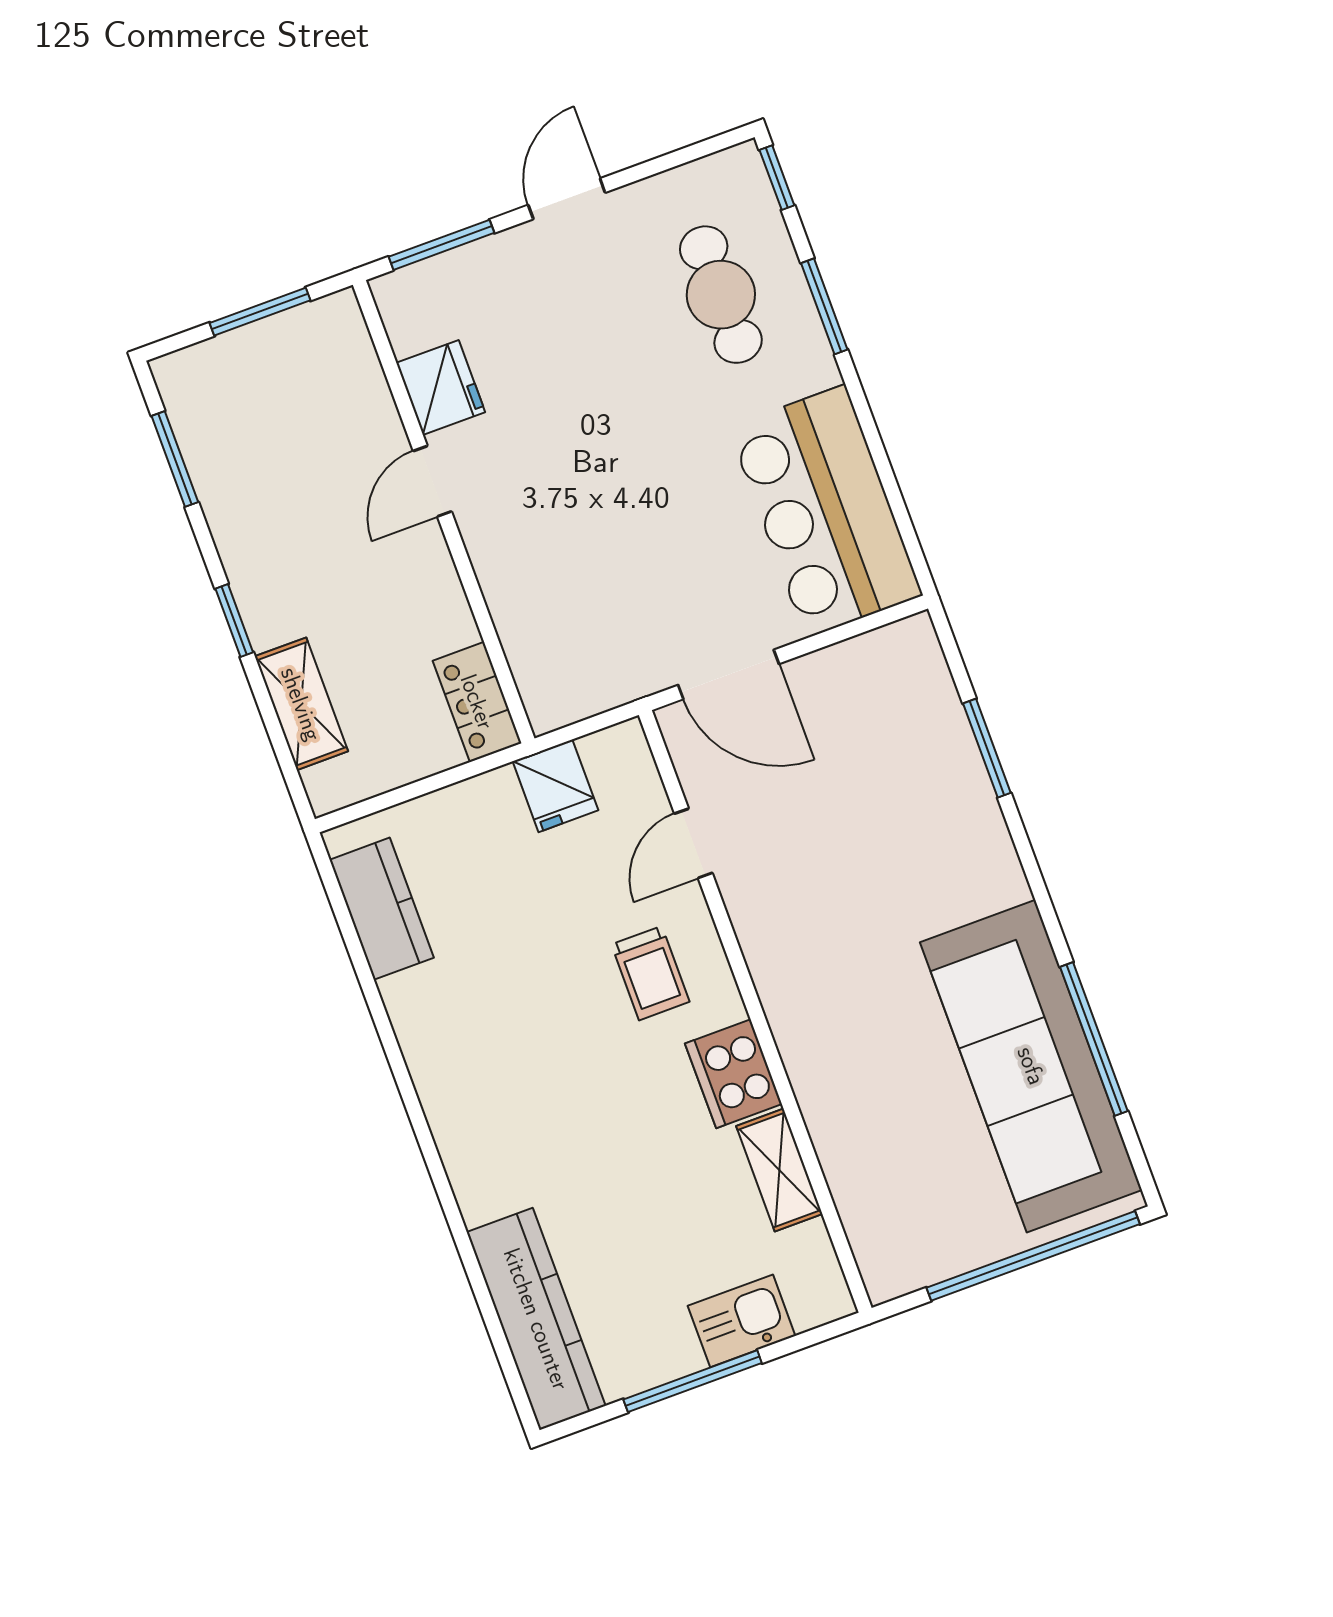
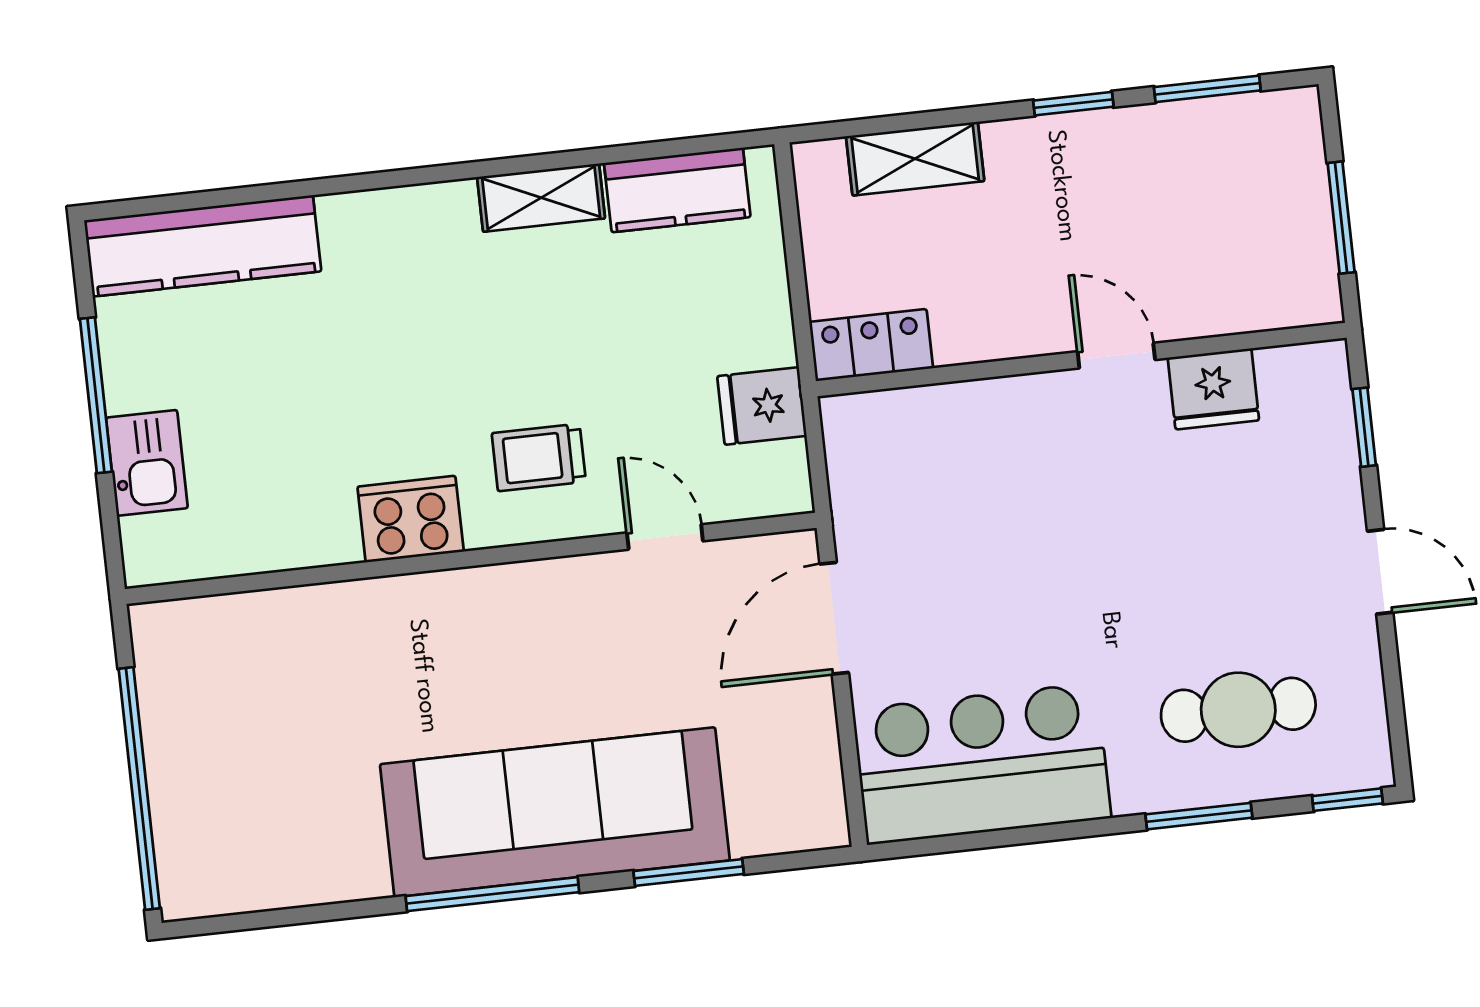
window: (442, 245) -> (1364, 427), width x0.67
window: (234, 620) -> (1073, 104), moved
window: (1094, 1039) -> (492, 894), moved
sofa: (1031, 1066) -> (555, 812), moved
shelving: (779, 1170) -> (541, 198), moved

